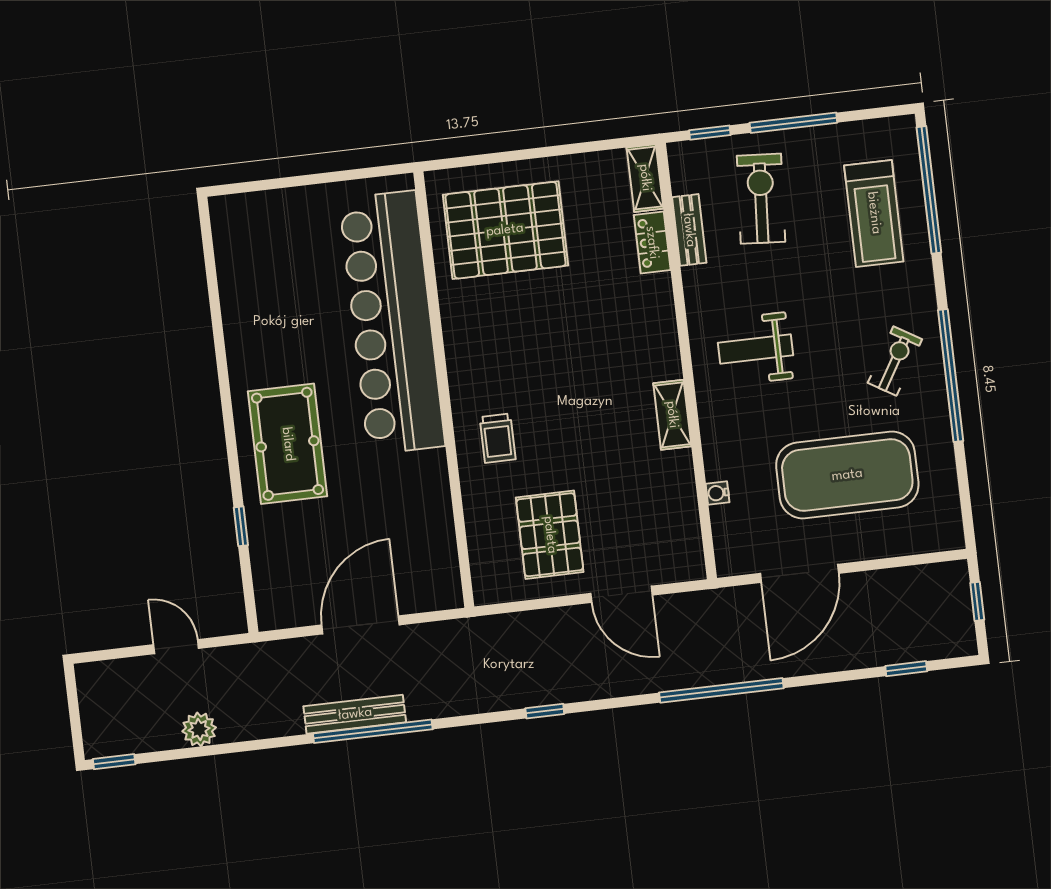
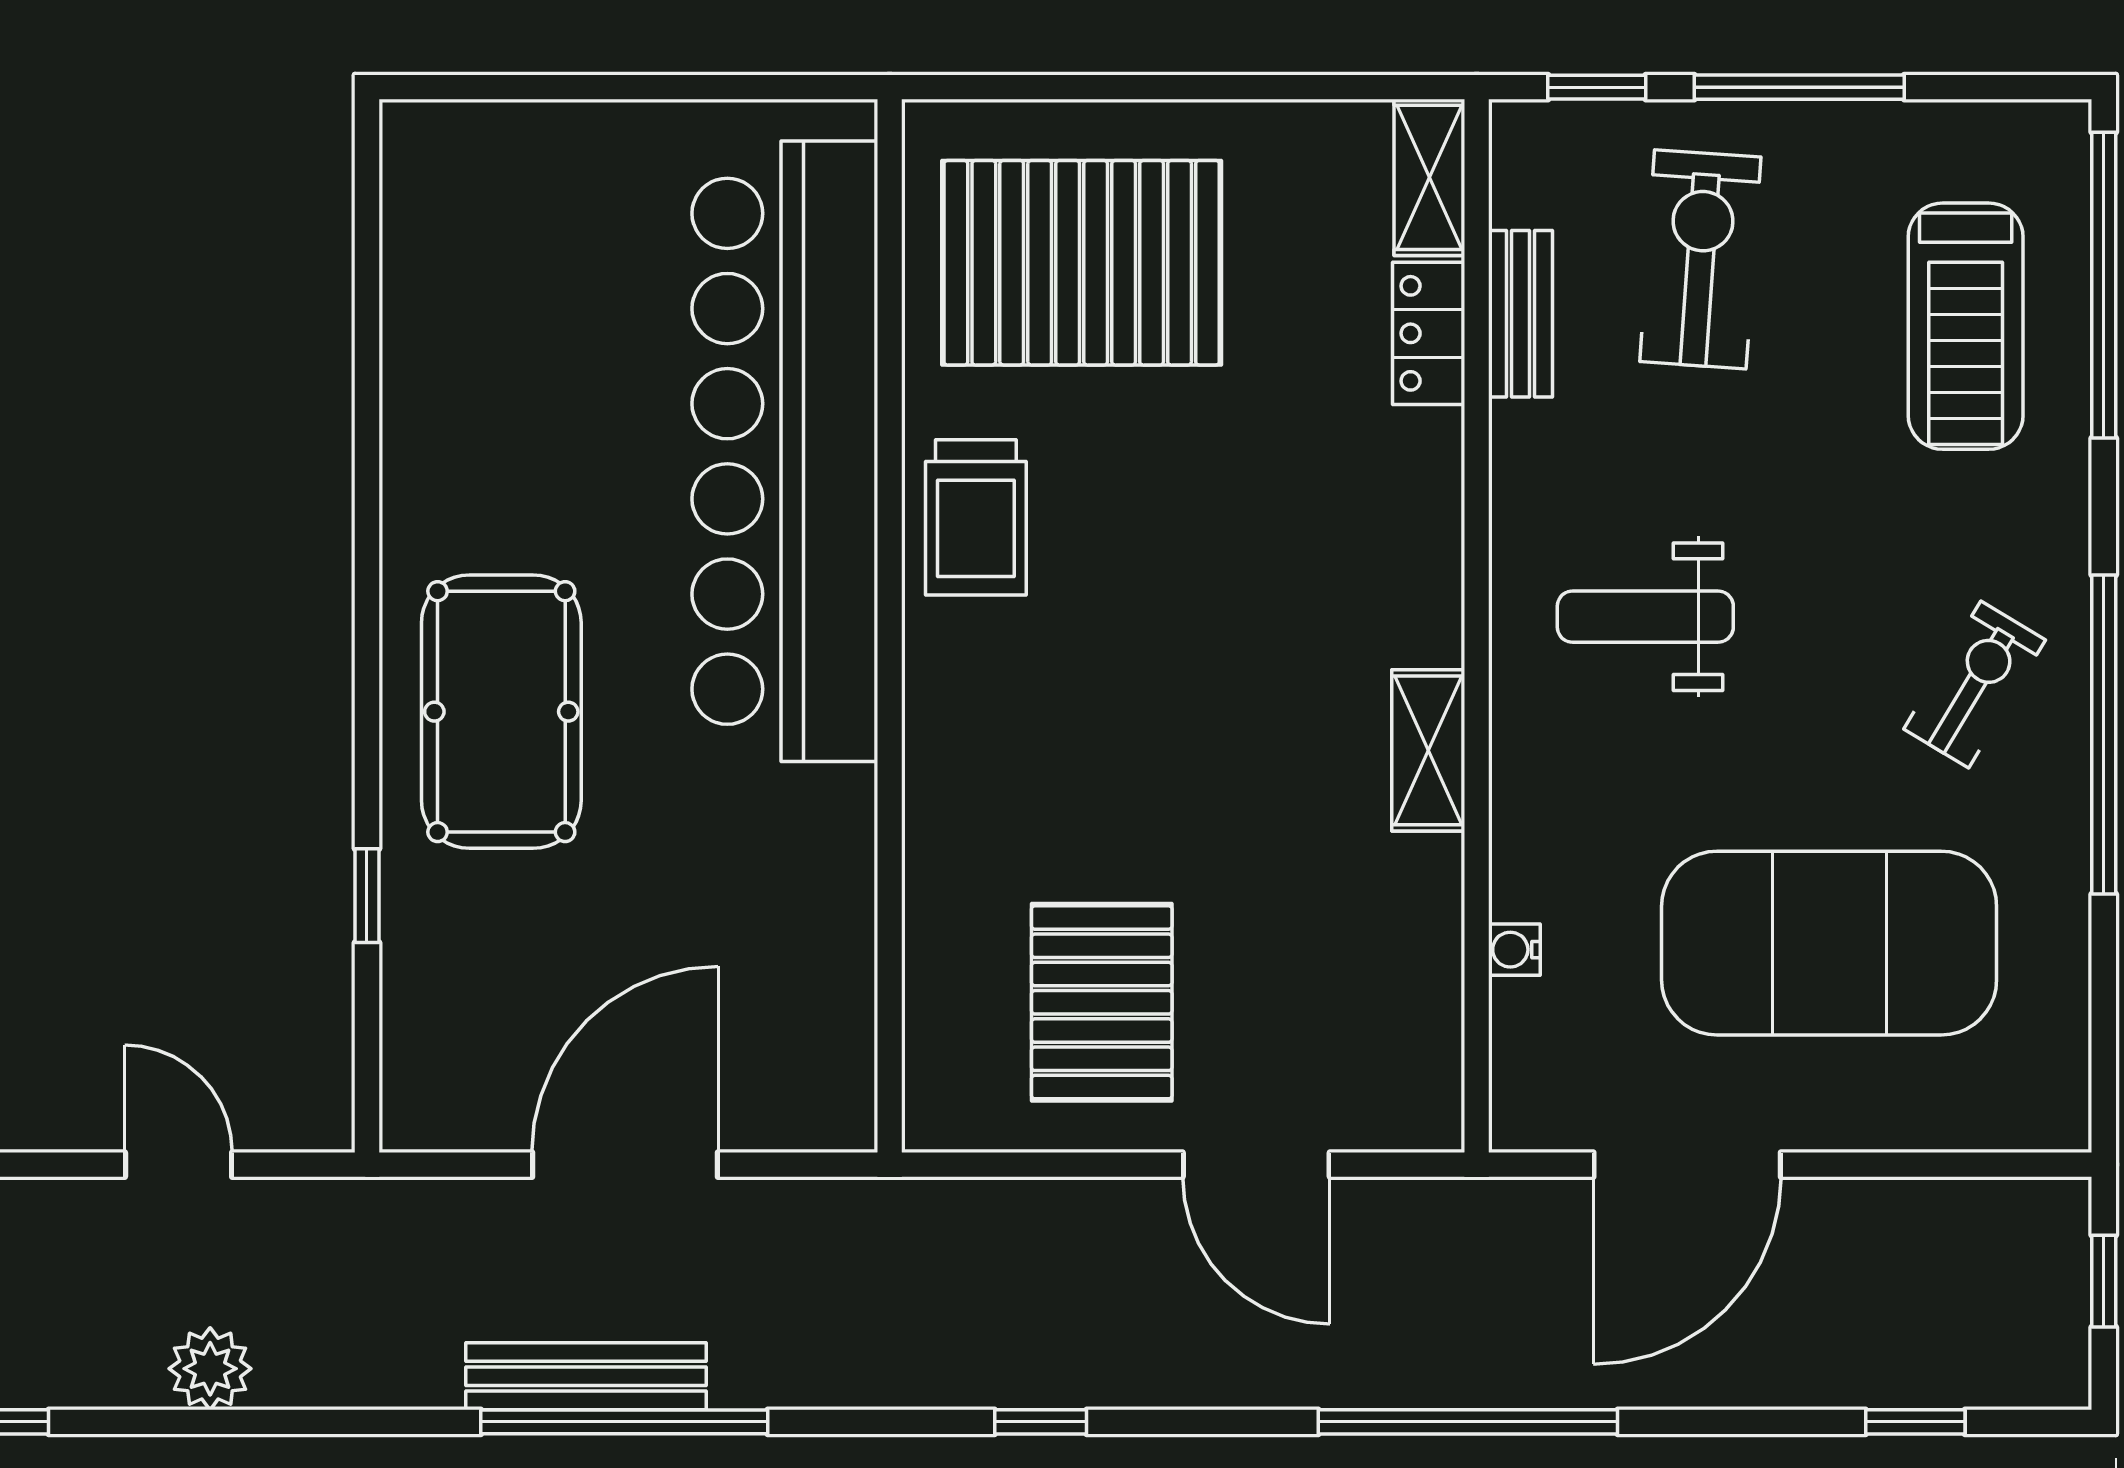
trolley: (498, 438) -> (976, 517), moved, width x1.36, depth x1.39

